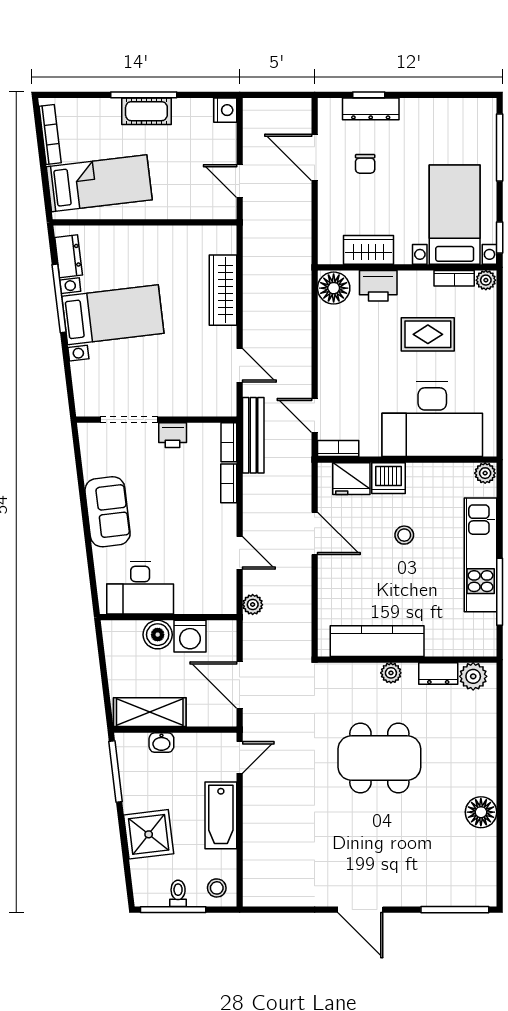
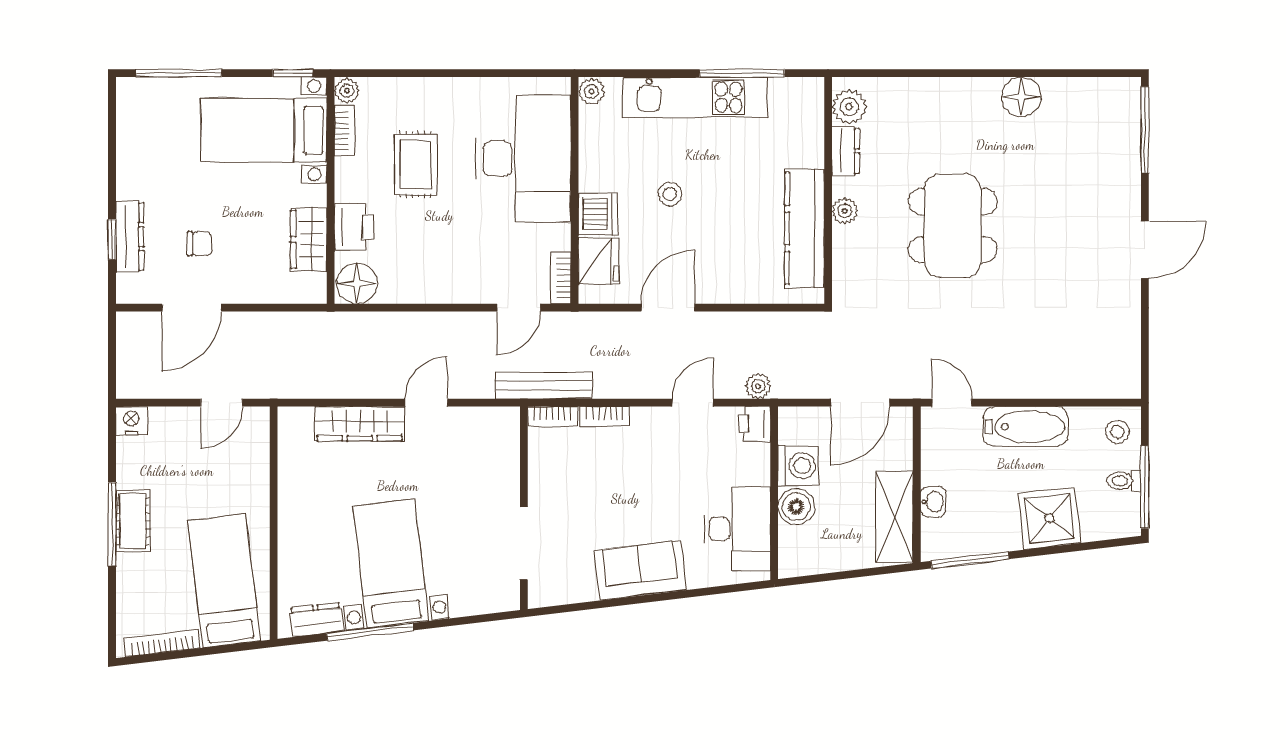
door: (240, 365) -> (426, 403), moved
printer: (173, 435) -> (755, 424), moved, turned 180

